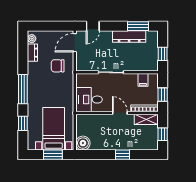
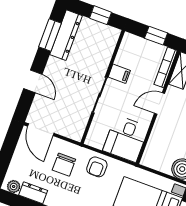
door: (93, 26) -> (33, 81), moved
dresser: (129, 36) -> (66, 35), moved
filing cabinet: (143, 80) -> (119, 74), moved
armchair: (64, 88) -> (97, 167), added

